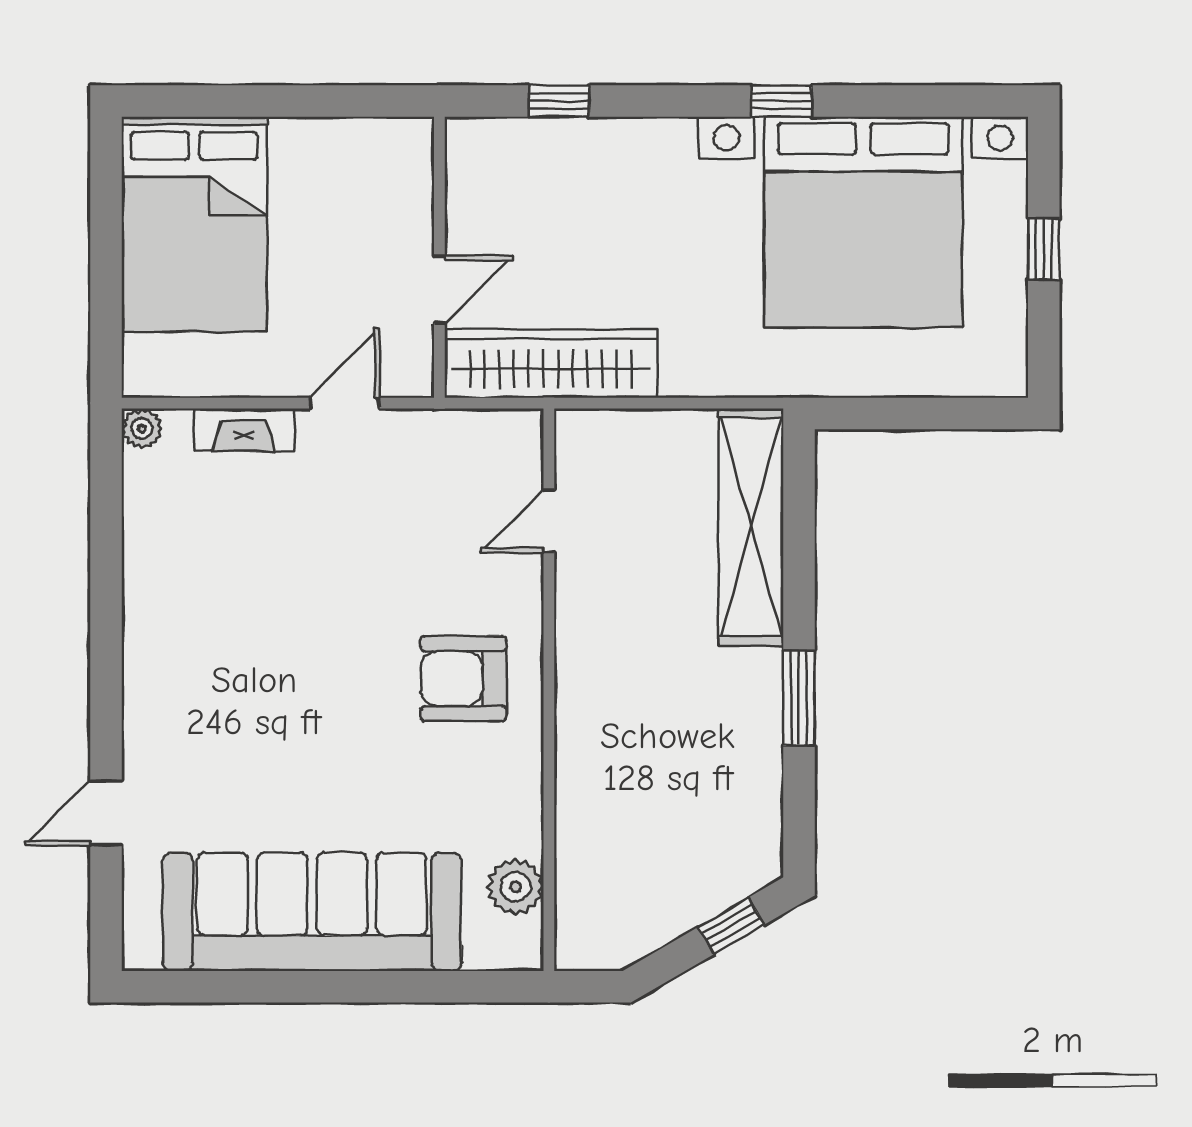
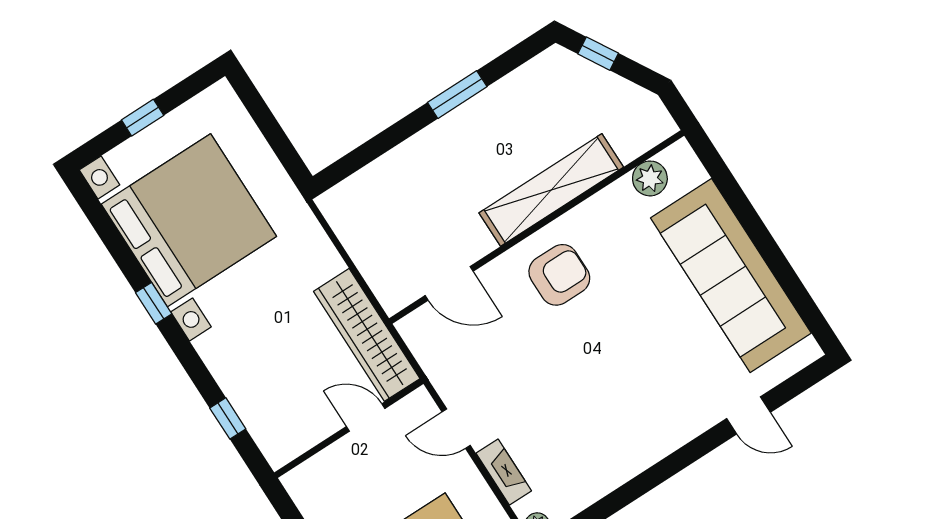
door: (549, 521) -> (449, 283), width x1.38
shelving: (751, 527) -> (551, 190), moved
armchair: (464, 679) -> (559, 275), turned -90

